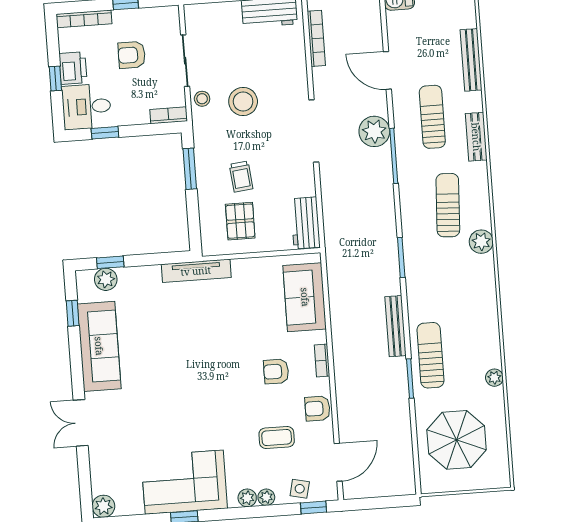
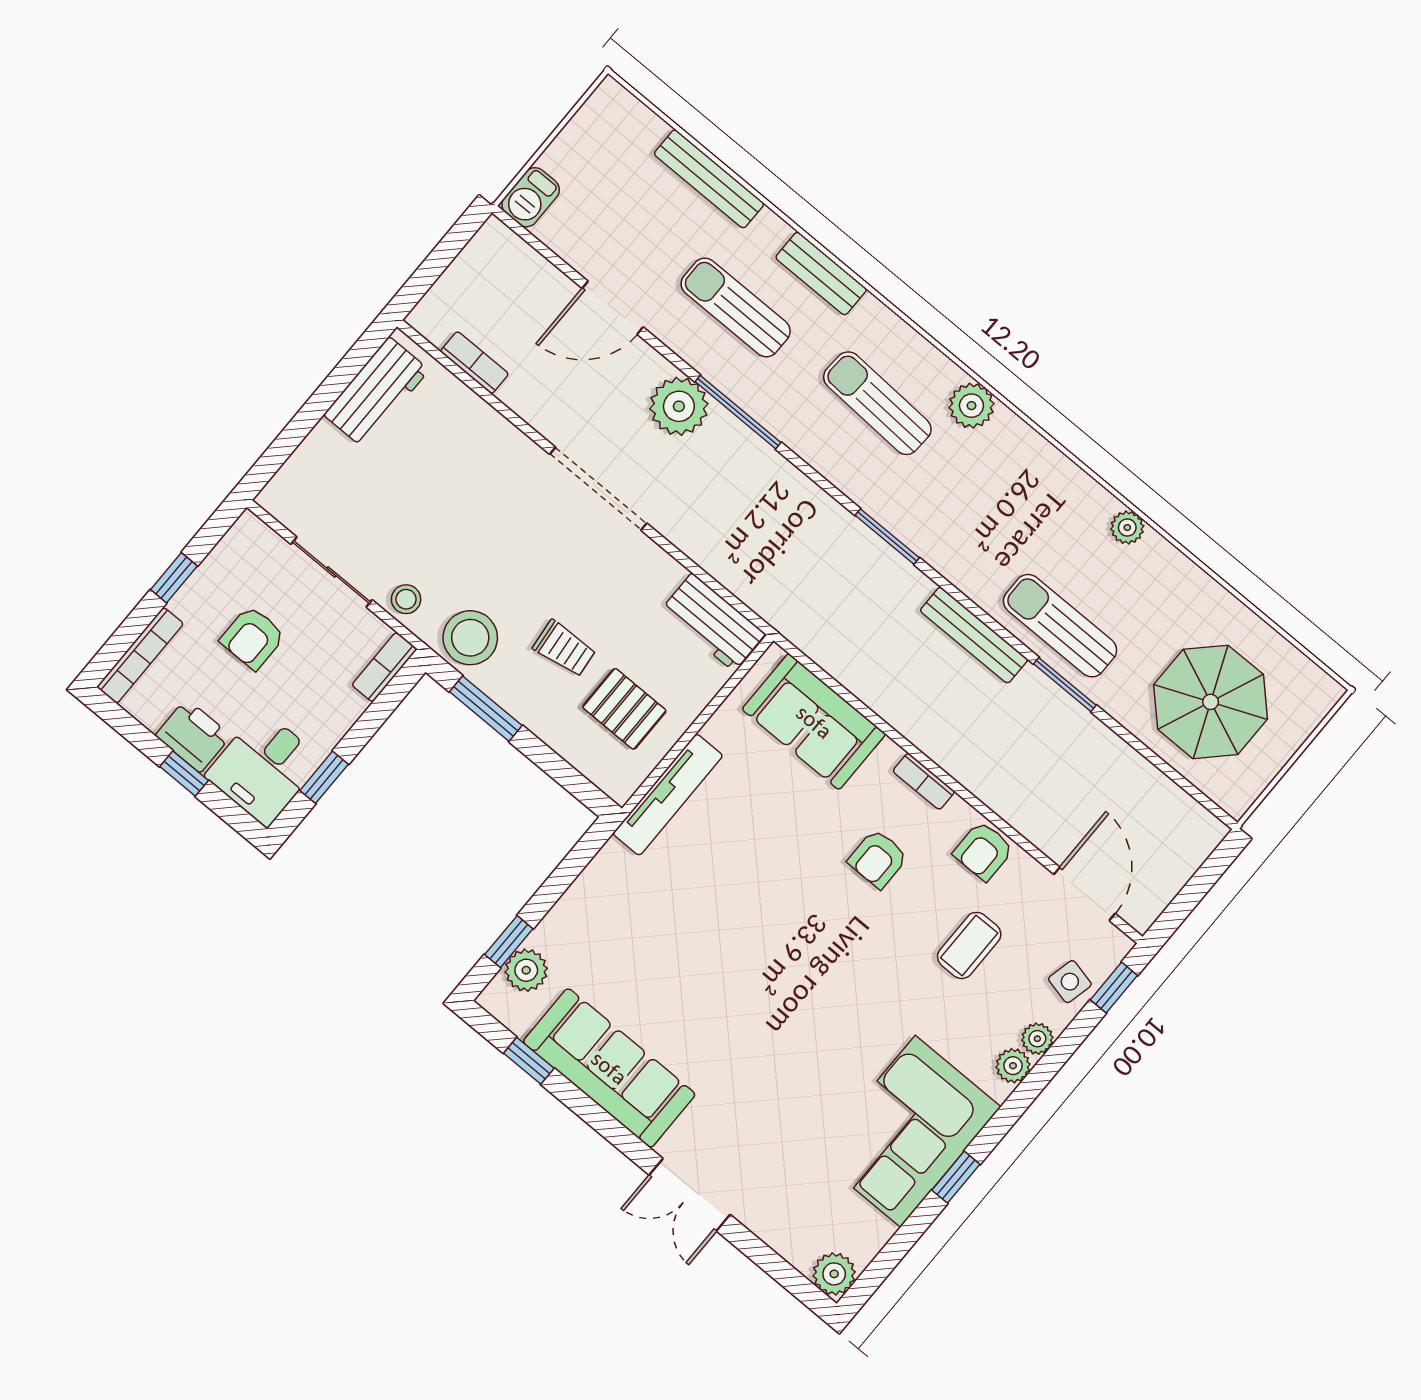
bookcase: (316, 38) -> (474, 363), width x0.64
stool: (243, 101) -> (470, 638), moved
tv unit: (196, 271) -> (668, 795), moved
plant: (494, 378) -> (1127, 528), moved

